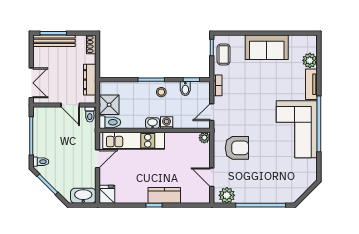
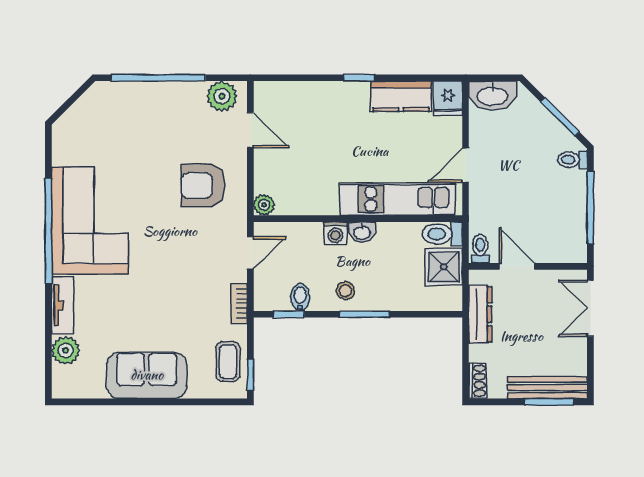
kitchen counter: (164, 195) -> (401, 96), moved

